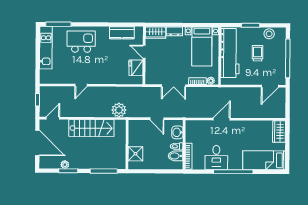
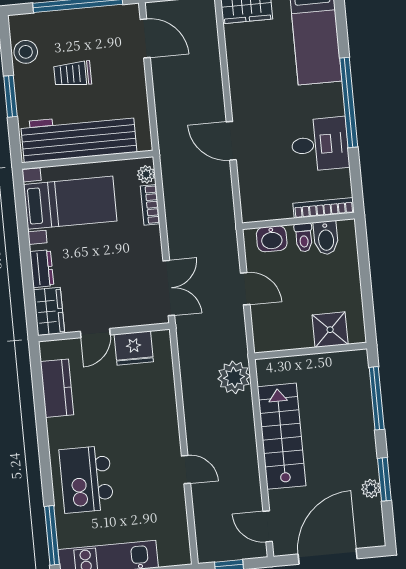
double door: (174, 86) -> (169, 288), moved
door: (157, 119) -> (245, 289), hinge flipped

